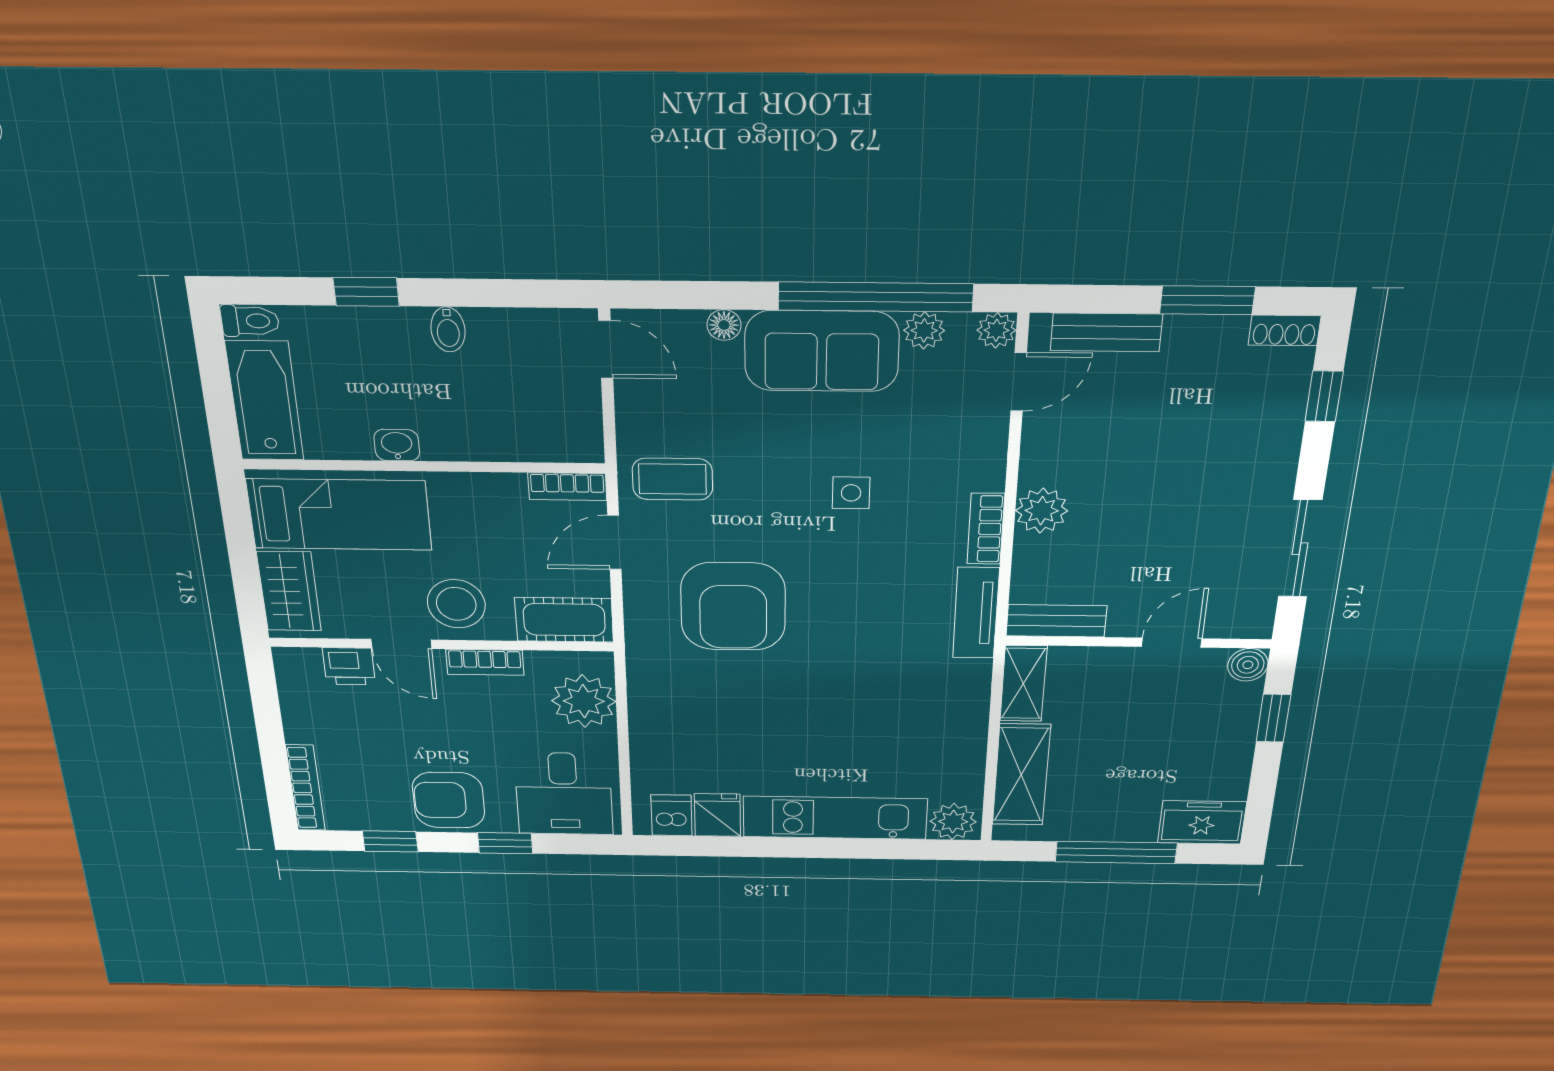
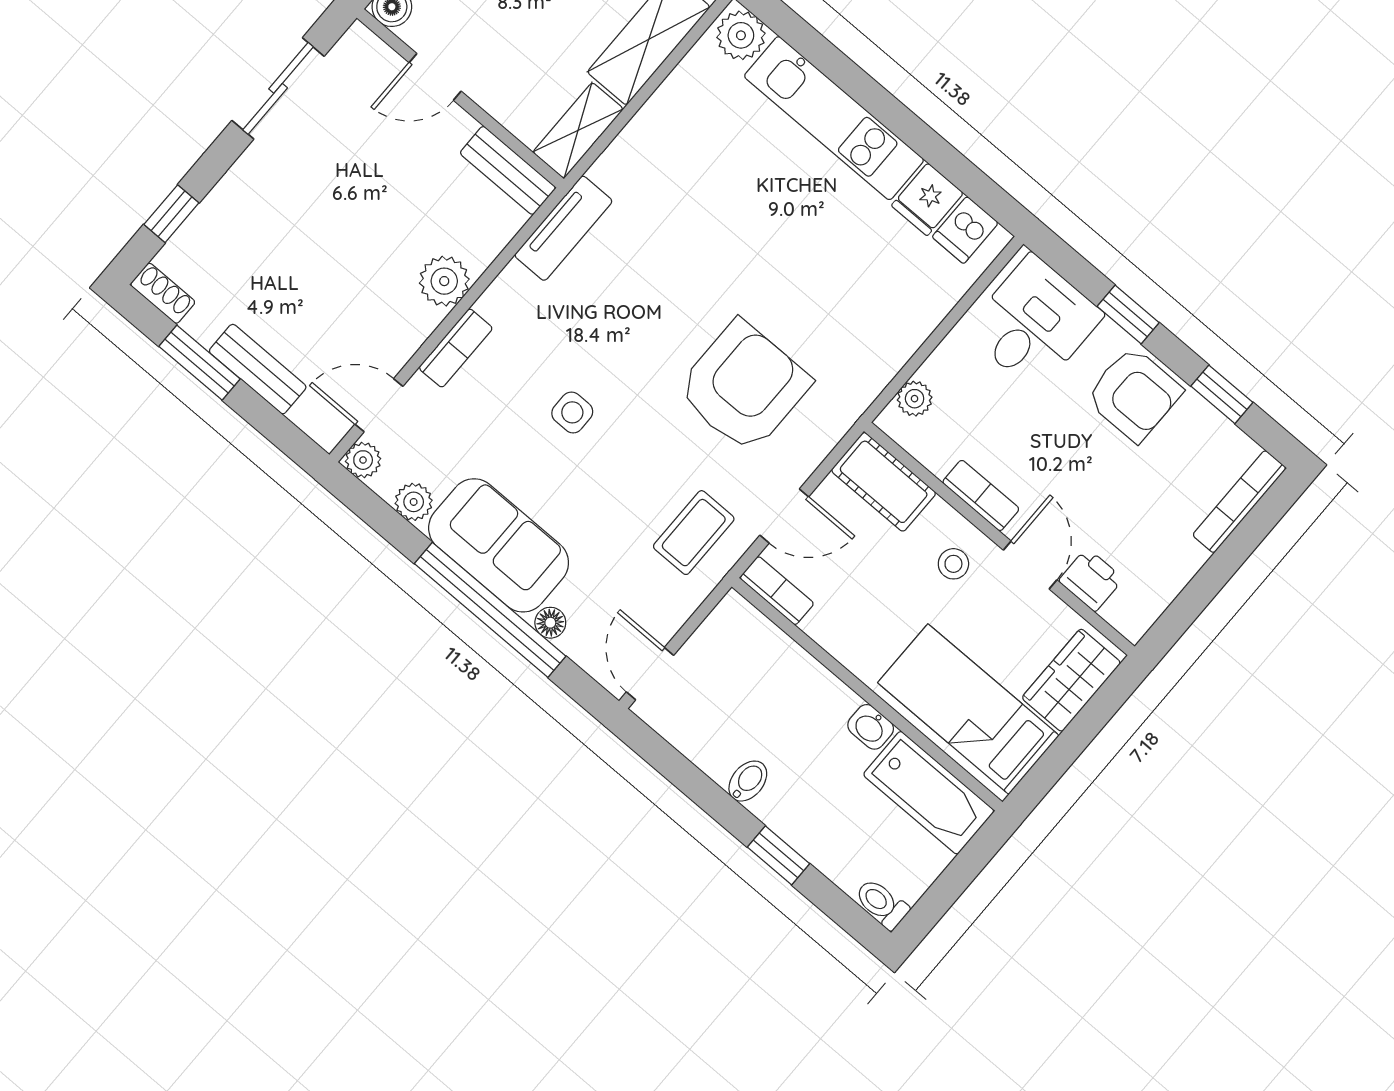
window: (876, 297) -> (490, 610), moved
bench: (1106, 332) -> (258, 369), moved
bathtub: (265, 401) -> (929, 793), moved, turned -90
coffee table: (672, 479) -> (694, 533), turned 90
bookcase: (986, 529) -> (456, 348), moved
stool: (456, 604) -> (953, 564), width x0.53, depth x0.53
plant: (584, 701) -> (915, 399), width x0.53, depth x0.53

